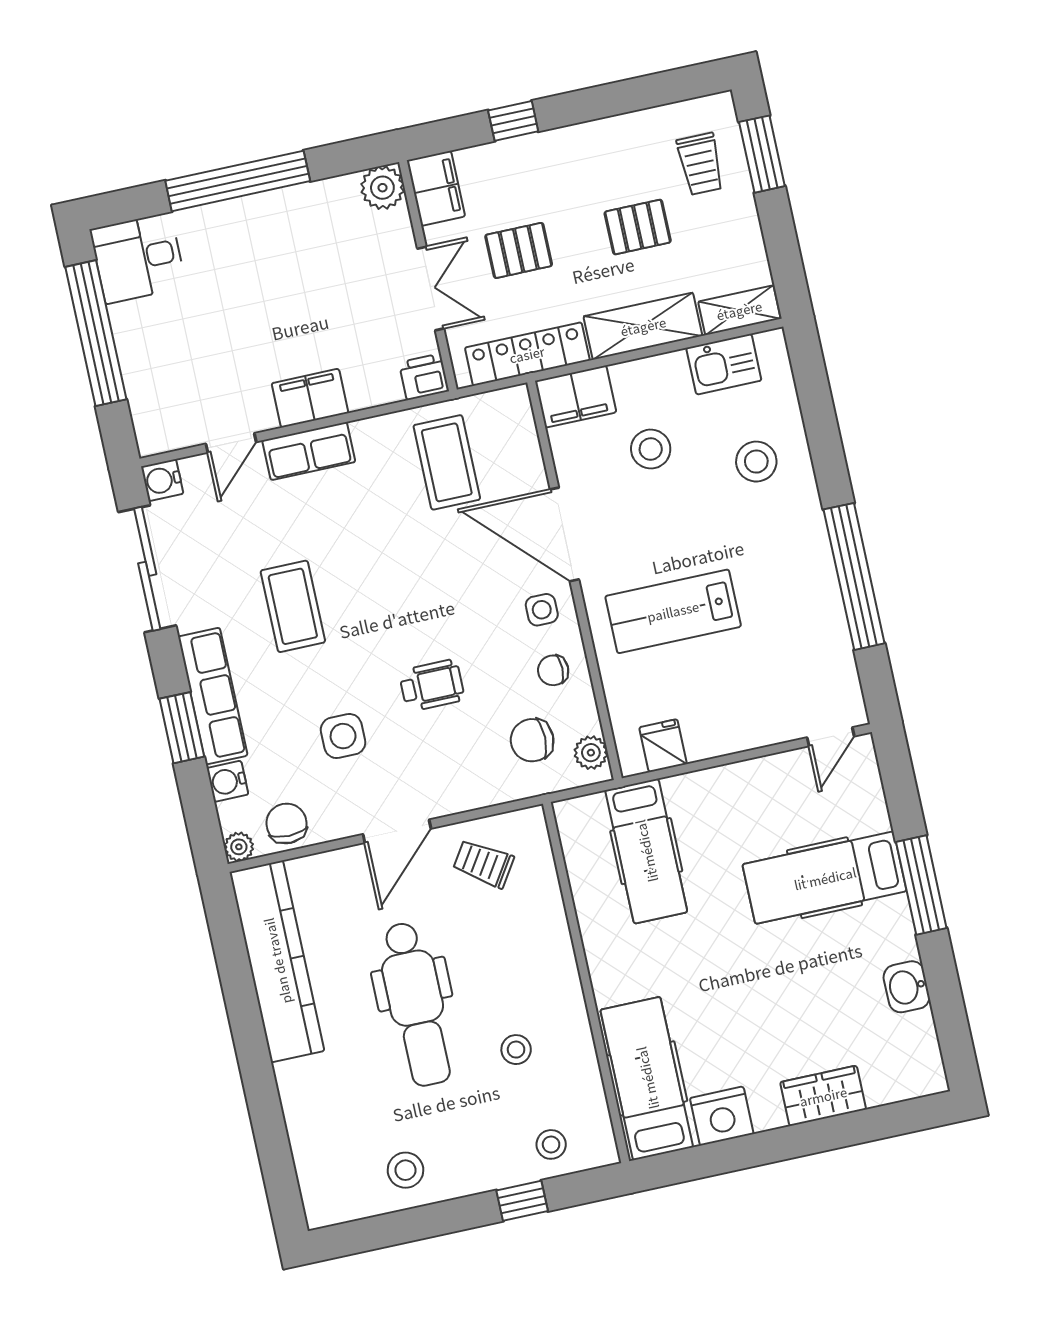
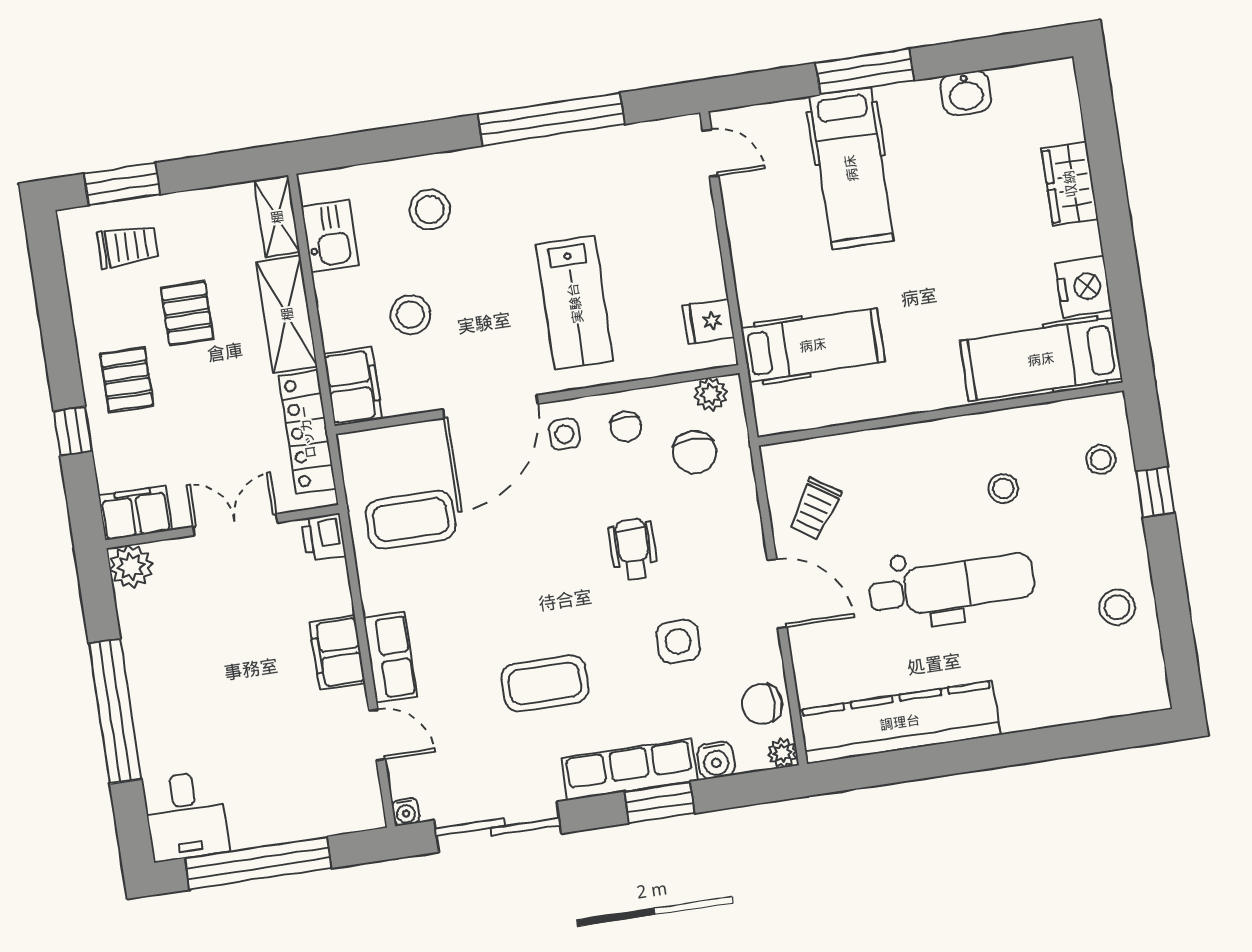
pallet: (519, 250) -> (127, 380), moved
water cooler: (162, 480) -> (406, 812), width x0.72, depth x0.72

